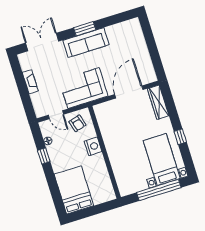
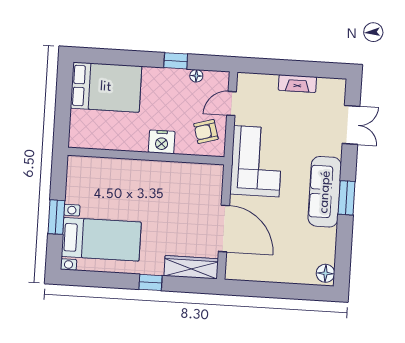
floor lamp: (132, 24) -> (325, 273), added
double door: (42, 42) -> (351, 125), width x0.73
window: (180, 137) -> (151, 282), moved
window: (159, 190) -> (56, 217), width x0.47

